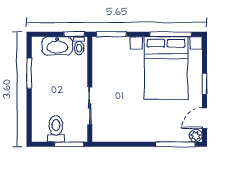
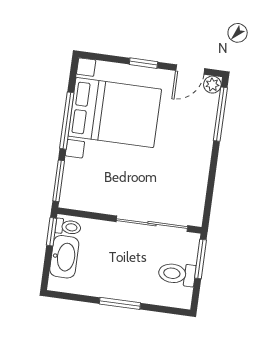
window: (171, 34) -> (67, 121), moved
window: (29, 73) -> (120, 303), moved
sliding door: (90, 106) -> (152, 224), width x1.37
door: (205, 118) -> (190, 70), hinge flipped

